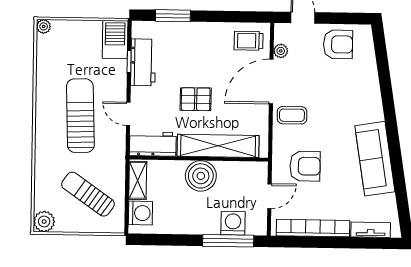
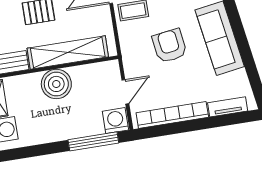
armchair: (305, 166) -> (170, 46), moved, turned -98
washing machine: (233, 223) -> (115, 121), moved

